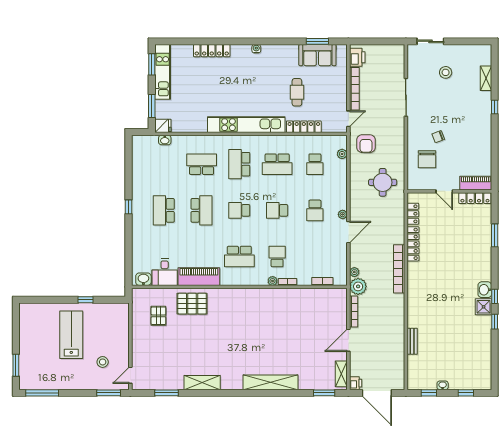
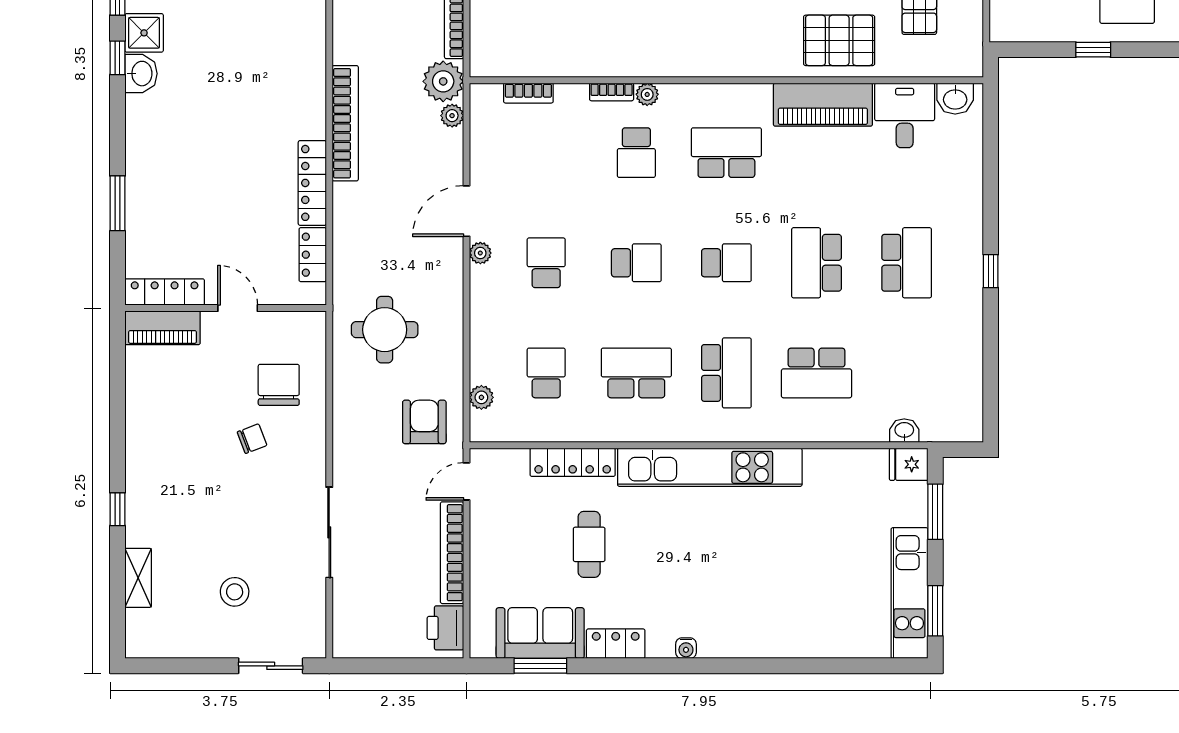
locker: (212, 51) -> (616, 644), moved, width x0.66

